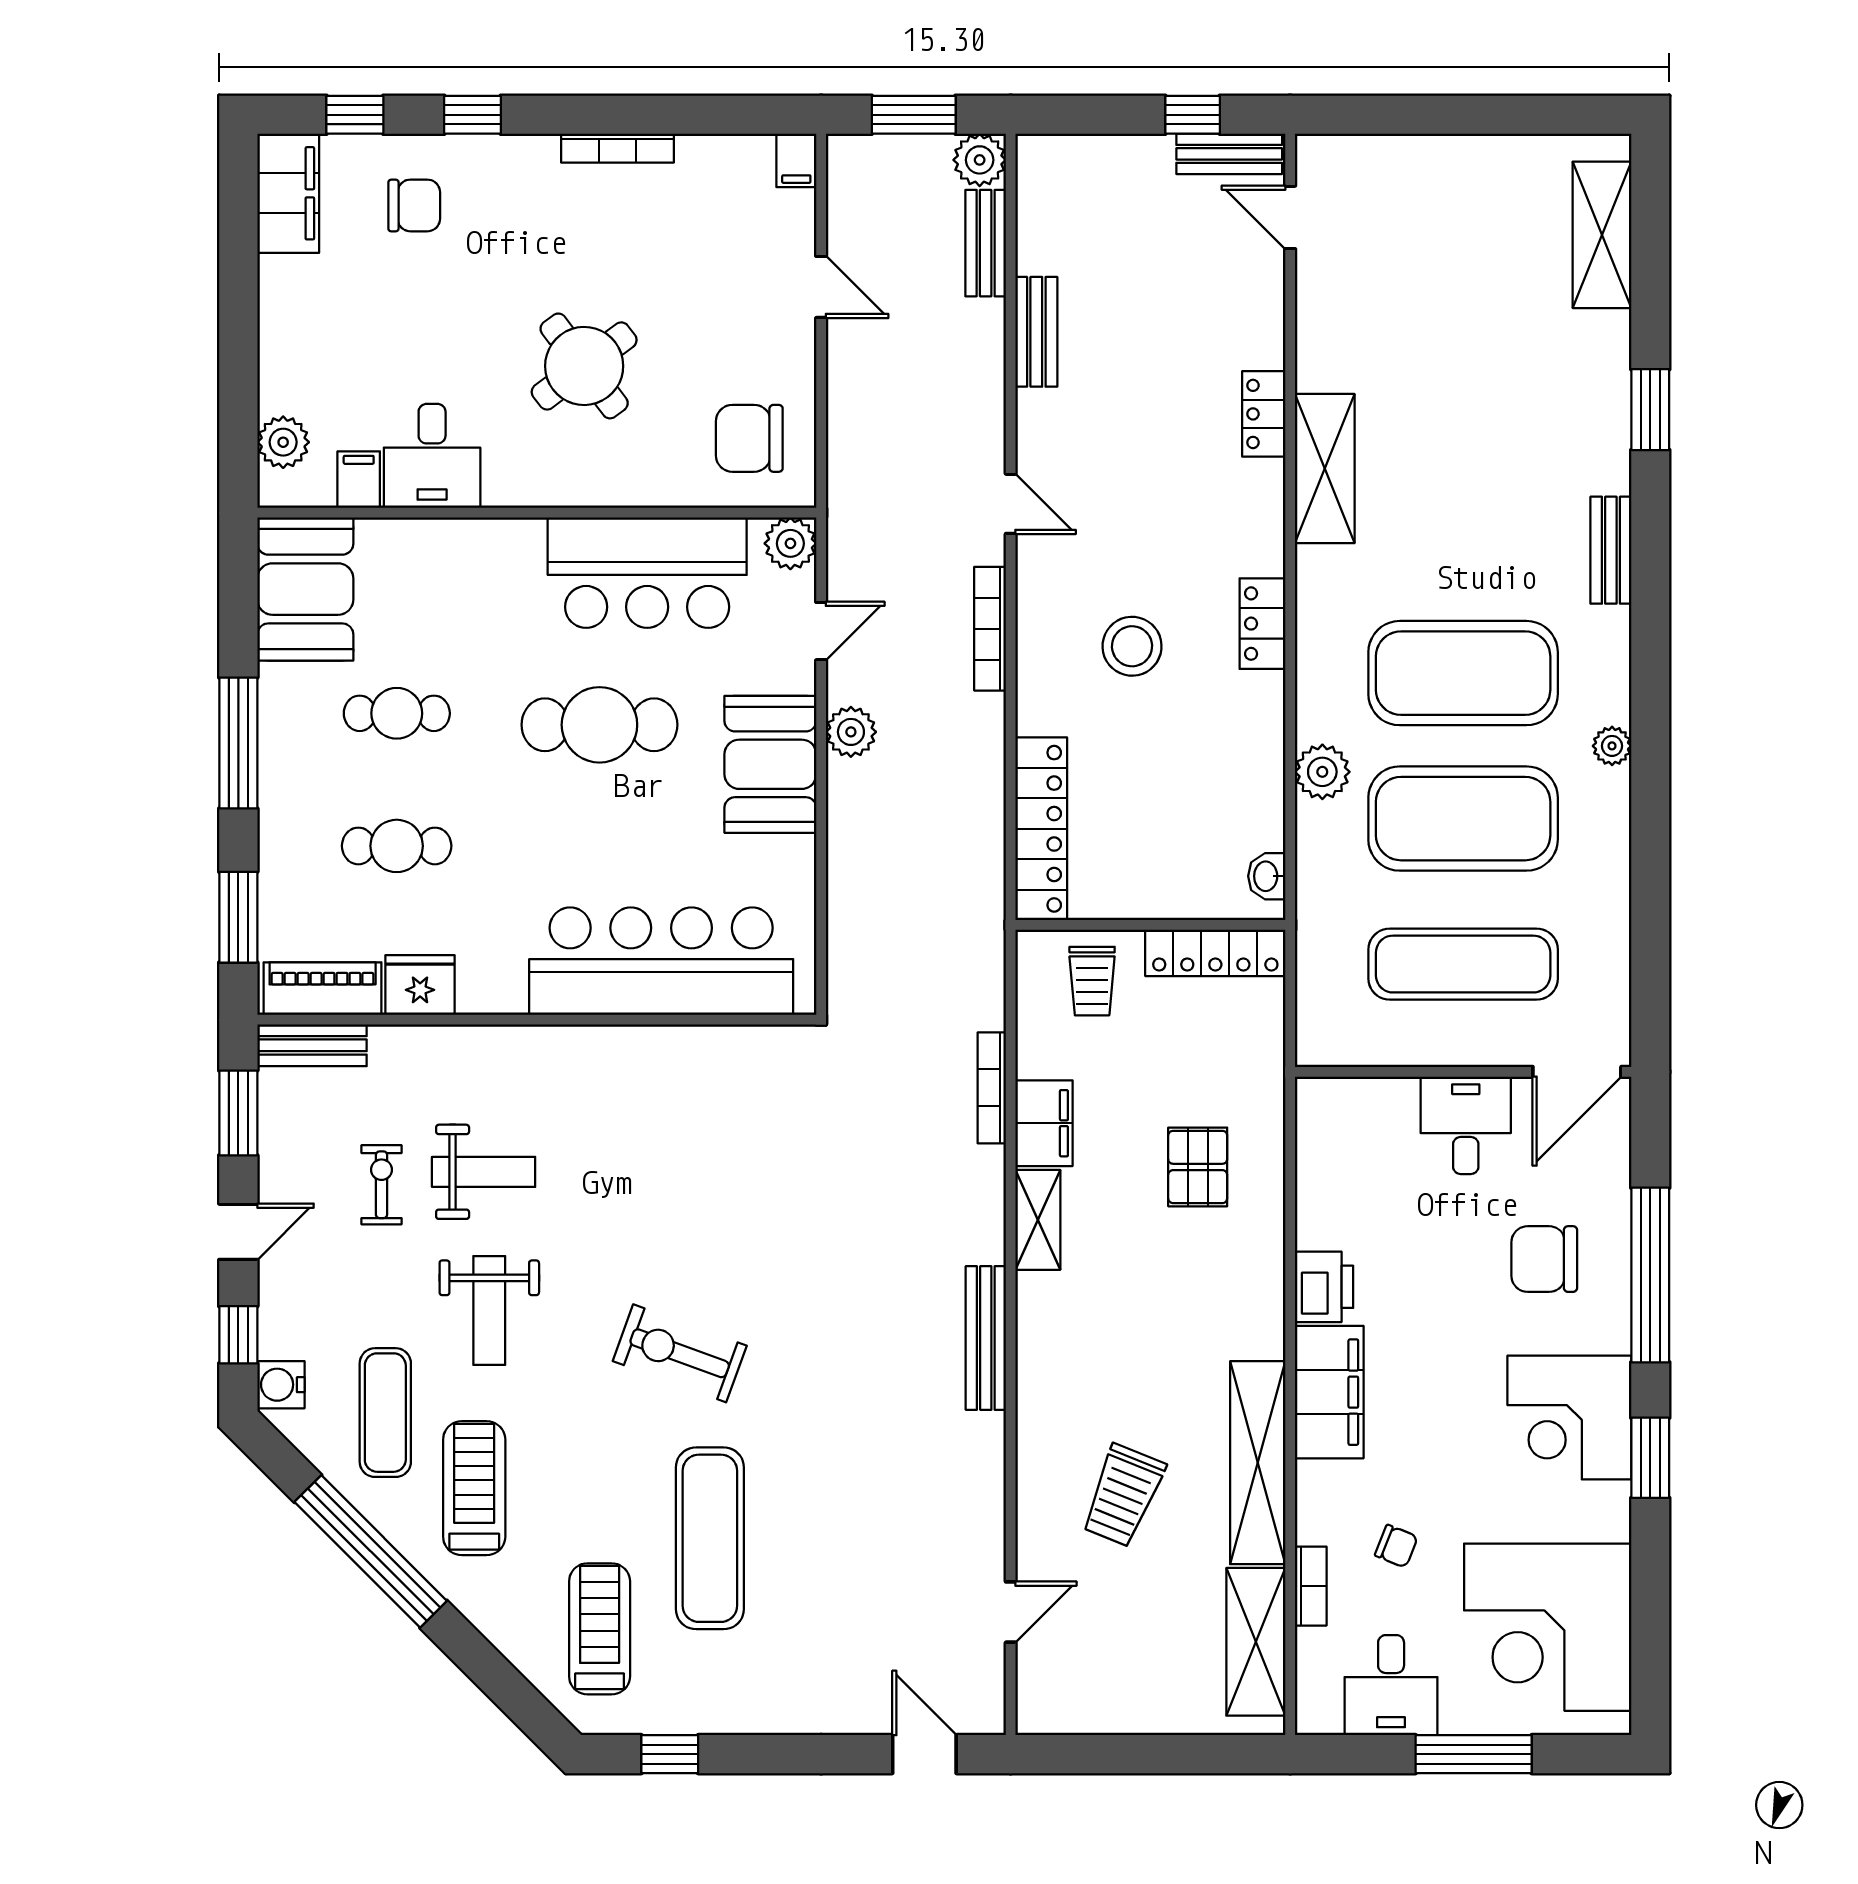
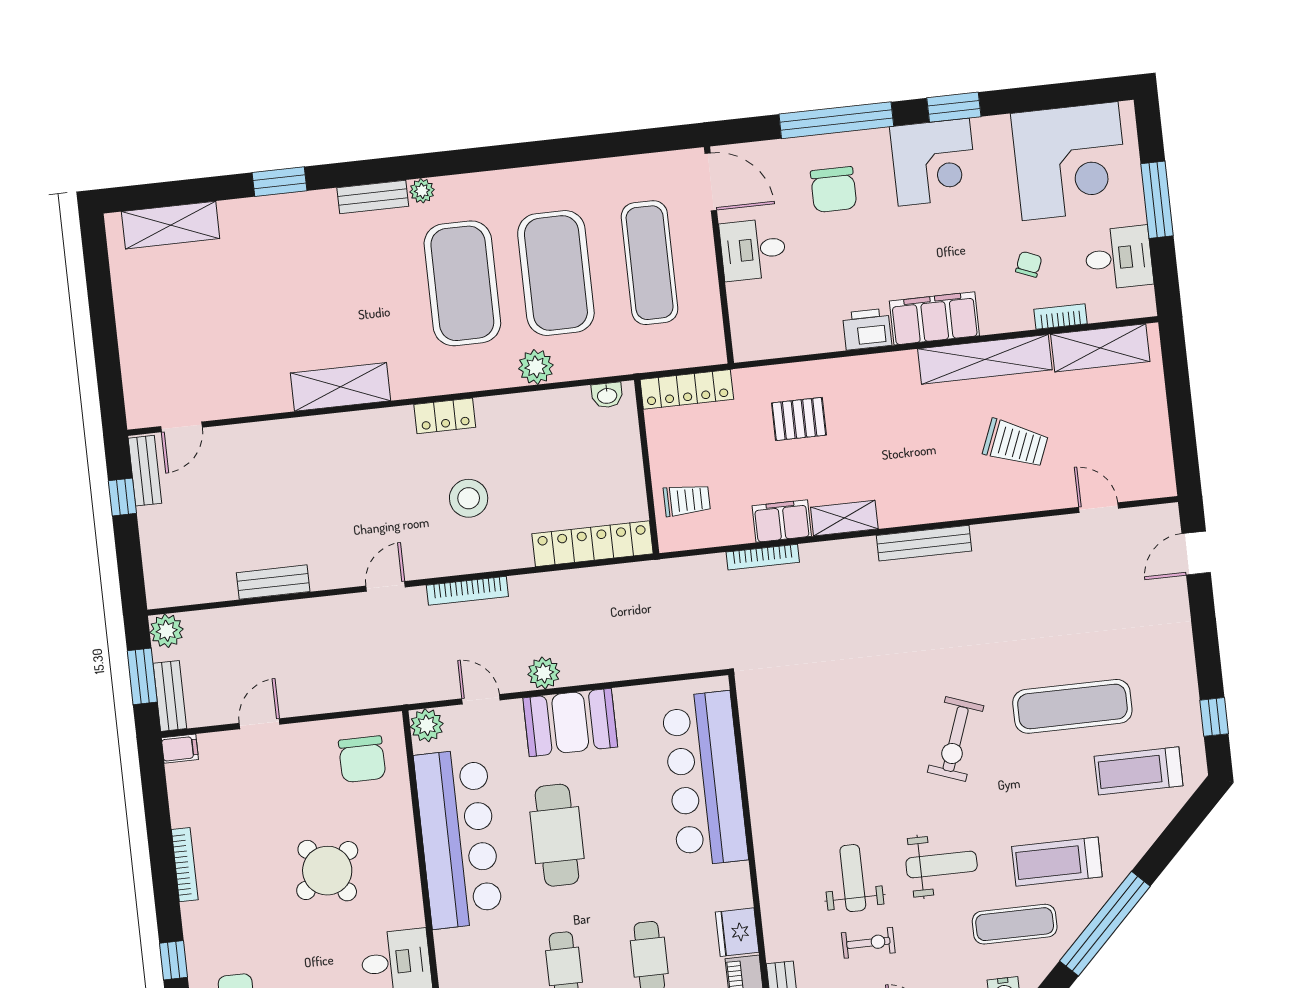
bench: (986, 243) -> (170, 696), moved, turned 90
locker: (1264, 414) -> (310, 430), removed
bar counter: (647, 573) -> (458, 839), width x1.36
plant: (1612, 746) -> (422, 191), moved
locker: (1215, 953) -> (687, 389), moved, turned 90
exercise bike: (382, 1185) -> (868, 943), turned 180

